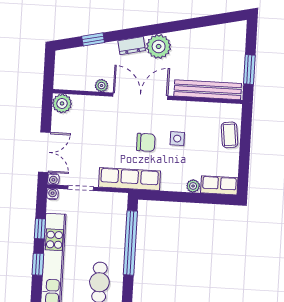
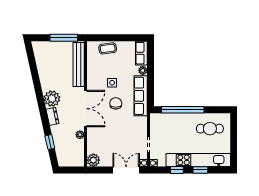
window: (249, 69) -> (64, 38), width x1.44
double door: (140, 96) -> (85, 109), swing flipped
row of seats: (130, 179) -> (141, 96), moved

